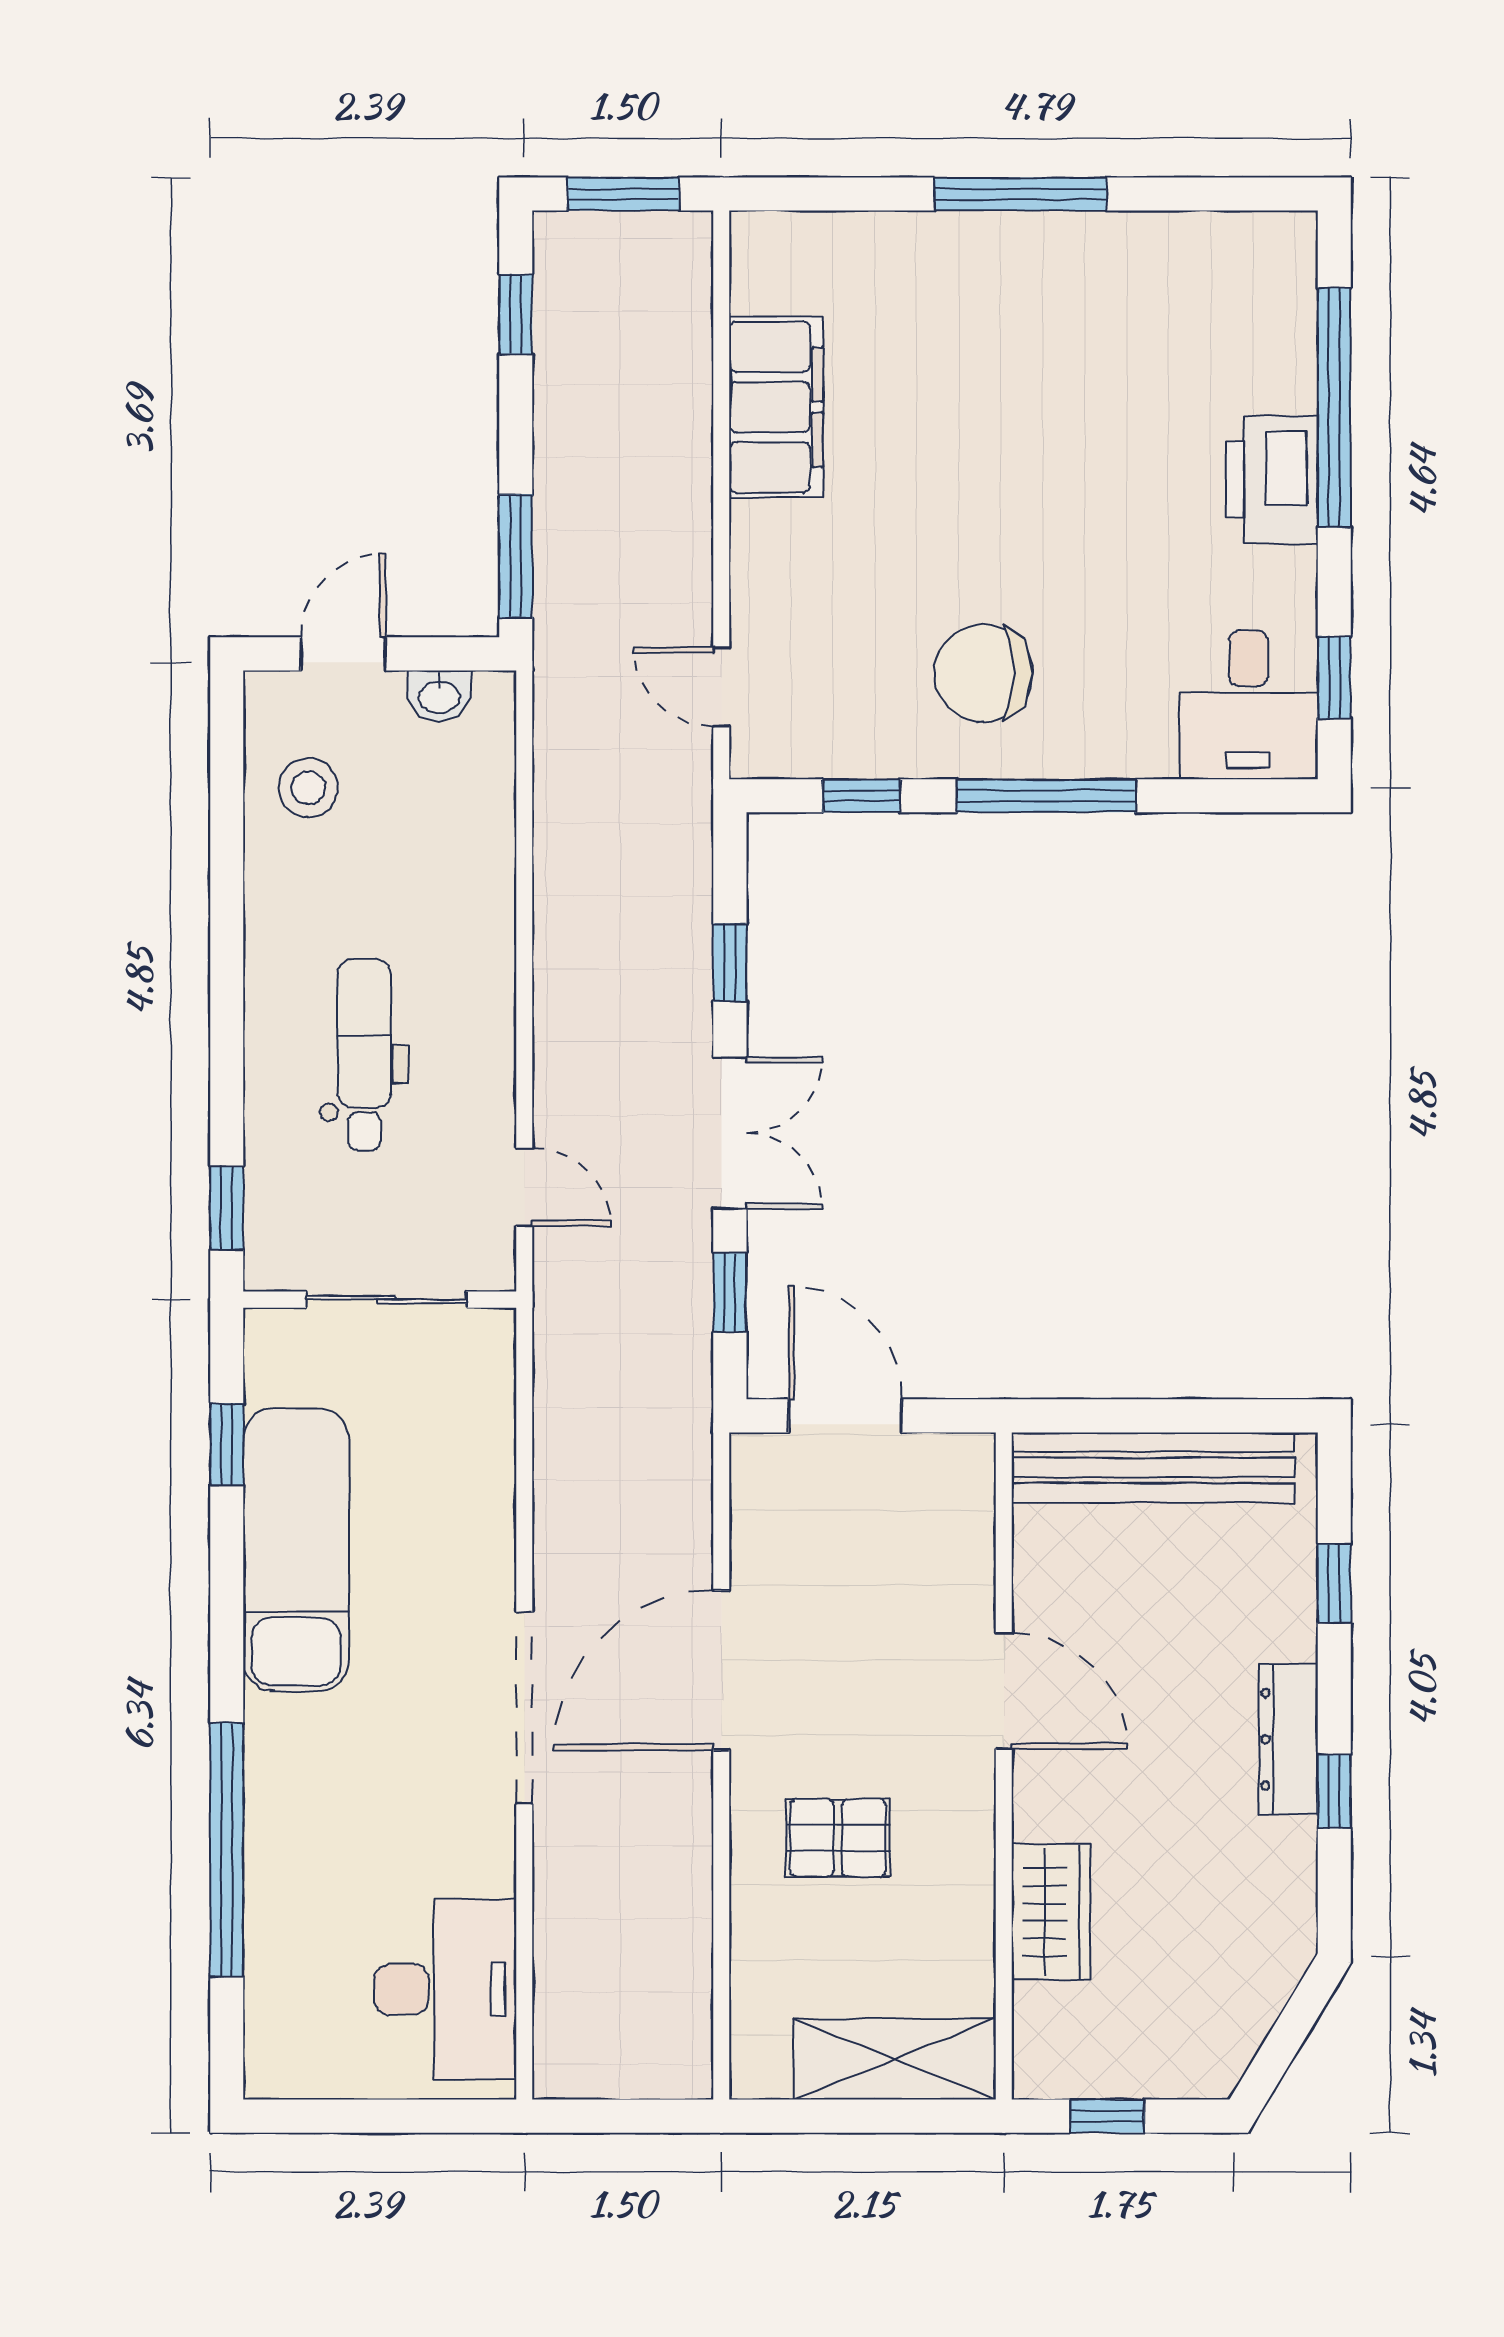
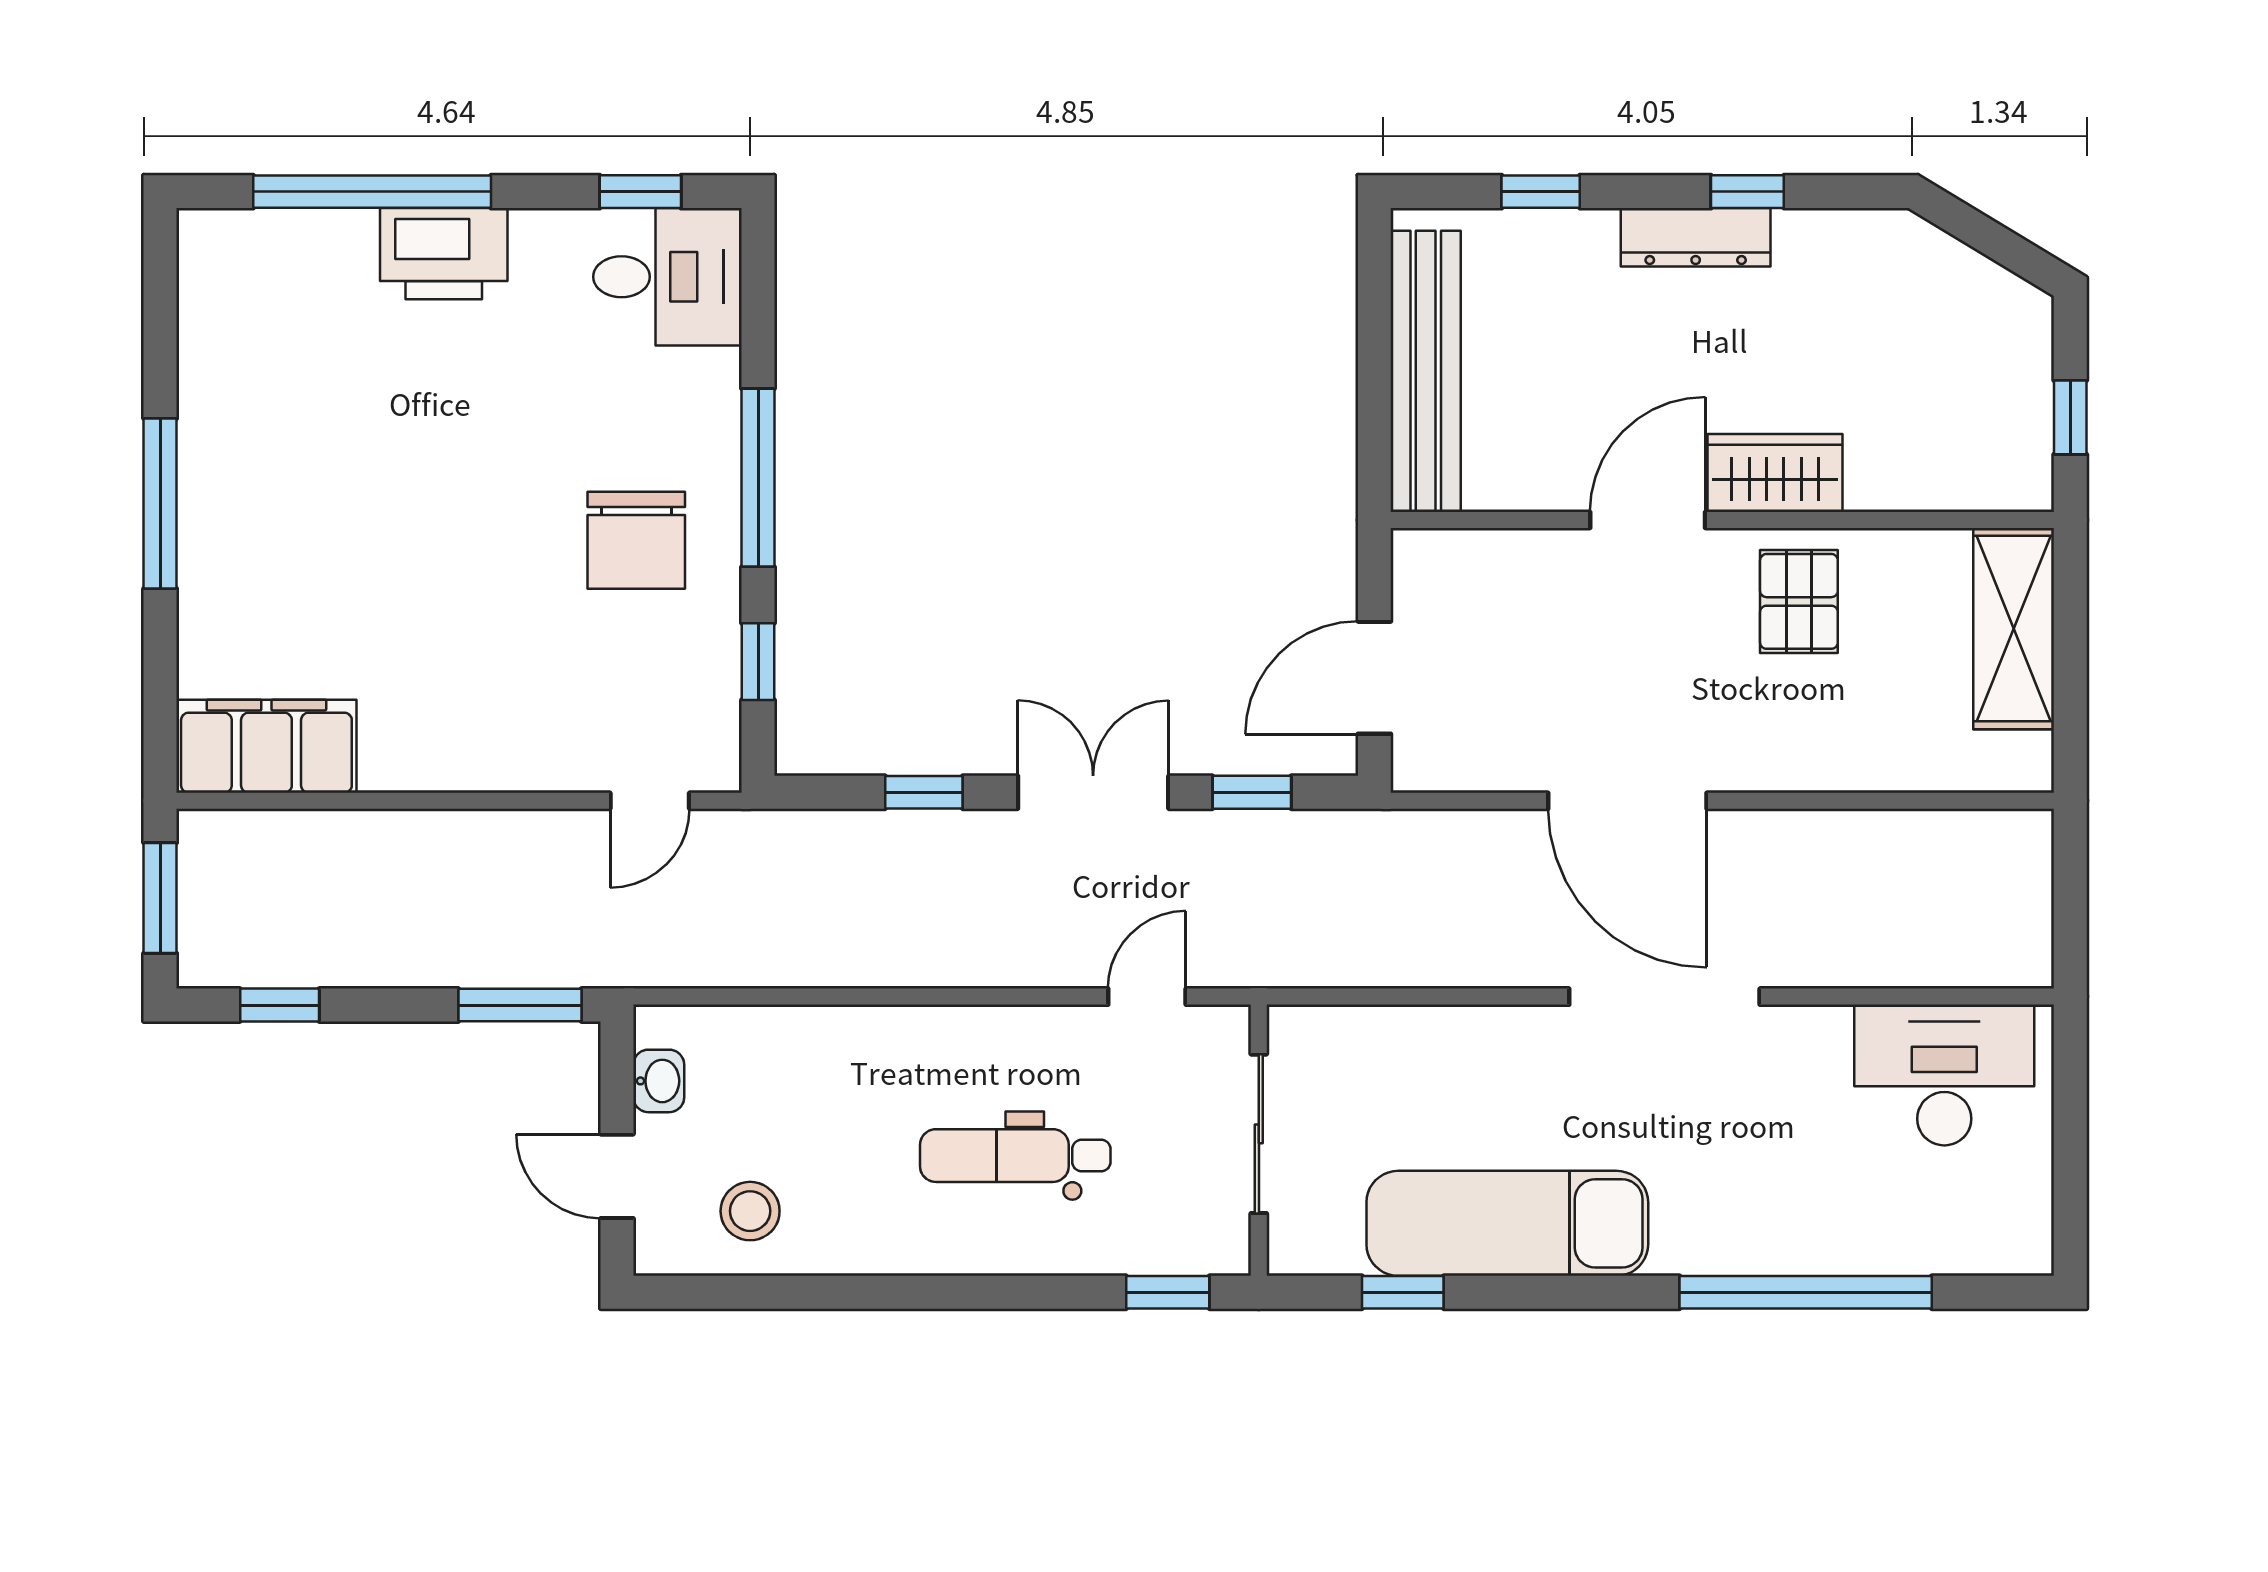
filing cabinet: (776, 407) -> (266, 746), moved
pallet: (838, 1838) -> (1799, 601), moved
wardrobe: (1051, 1912) -> (1775, 473), moved

